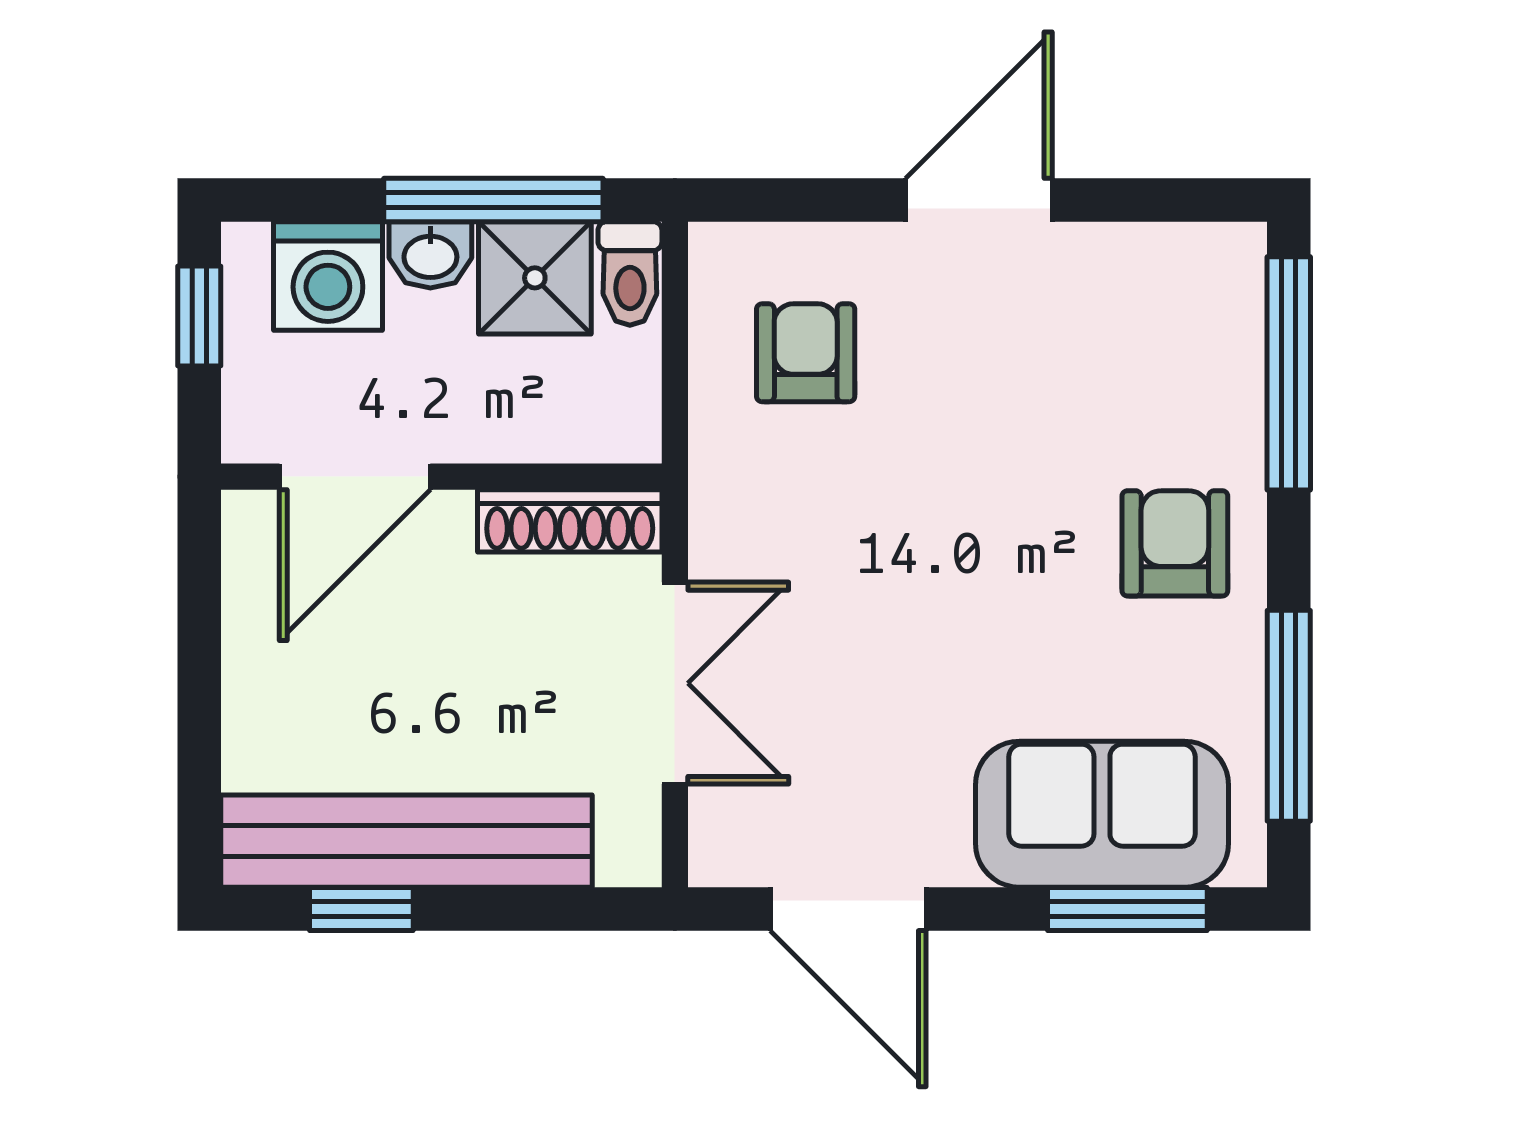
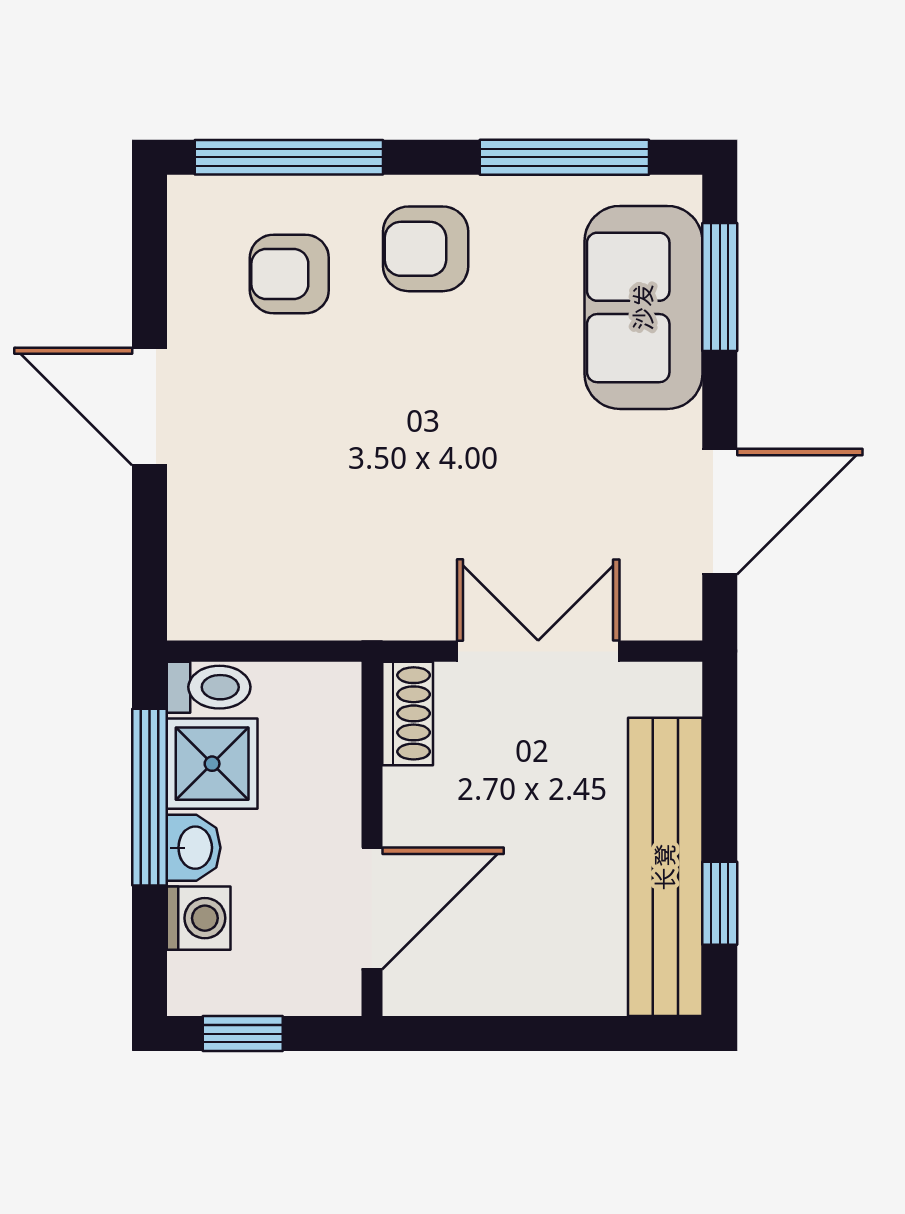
washing machine: (328, 276) -> (199, 918), width x0.73, depth x0.73
armchair: (806, 353) -> (289, 274), moved
door: (355, 477) -> (372, 908), hinge flipped
shoe rack: (570, 521) -> (408, 713), width x0.70

